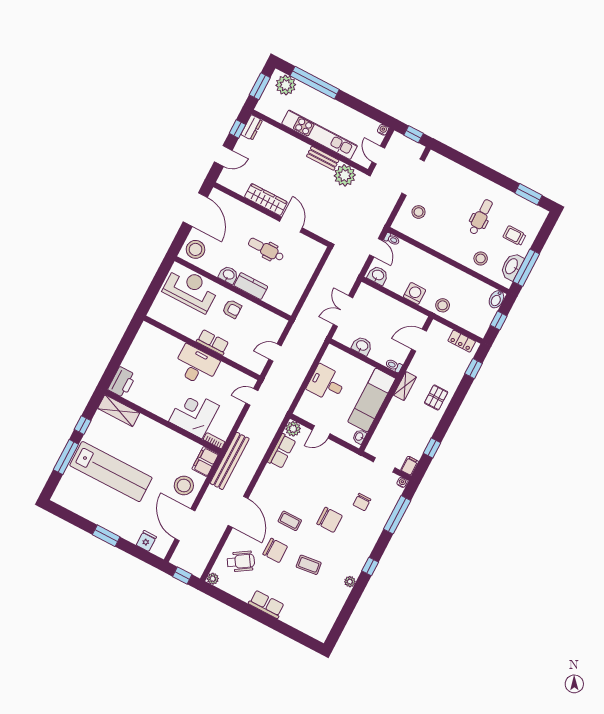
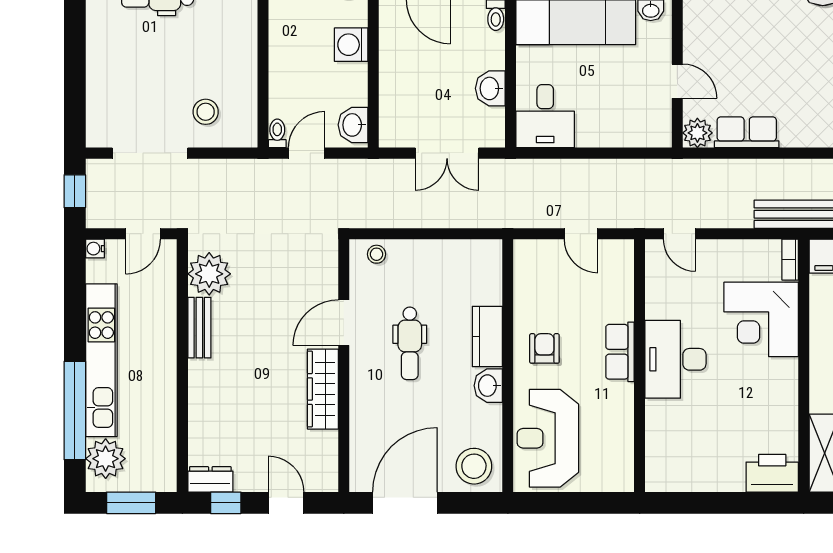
kitchen unit: (320, 135) -> (101, 360), moved, turned 180
stool: (314, 255) -> (377, 254), added
desk: (326, 383) -> (545, 116), moved

